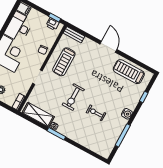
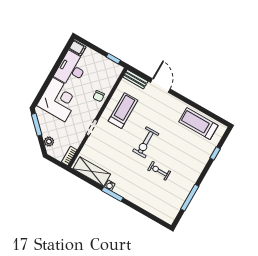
printer: (53, 24) -> (111, 66), removed
door: (108, 47) -> (160, 86), moved
treadmill: (64, 62) -> (123, 111), turned 180
exercise bike: (73, 97) -> (146, 142), moved
water cooler: (127, 114) -> (195, 173), removed

